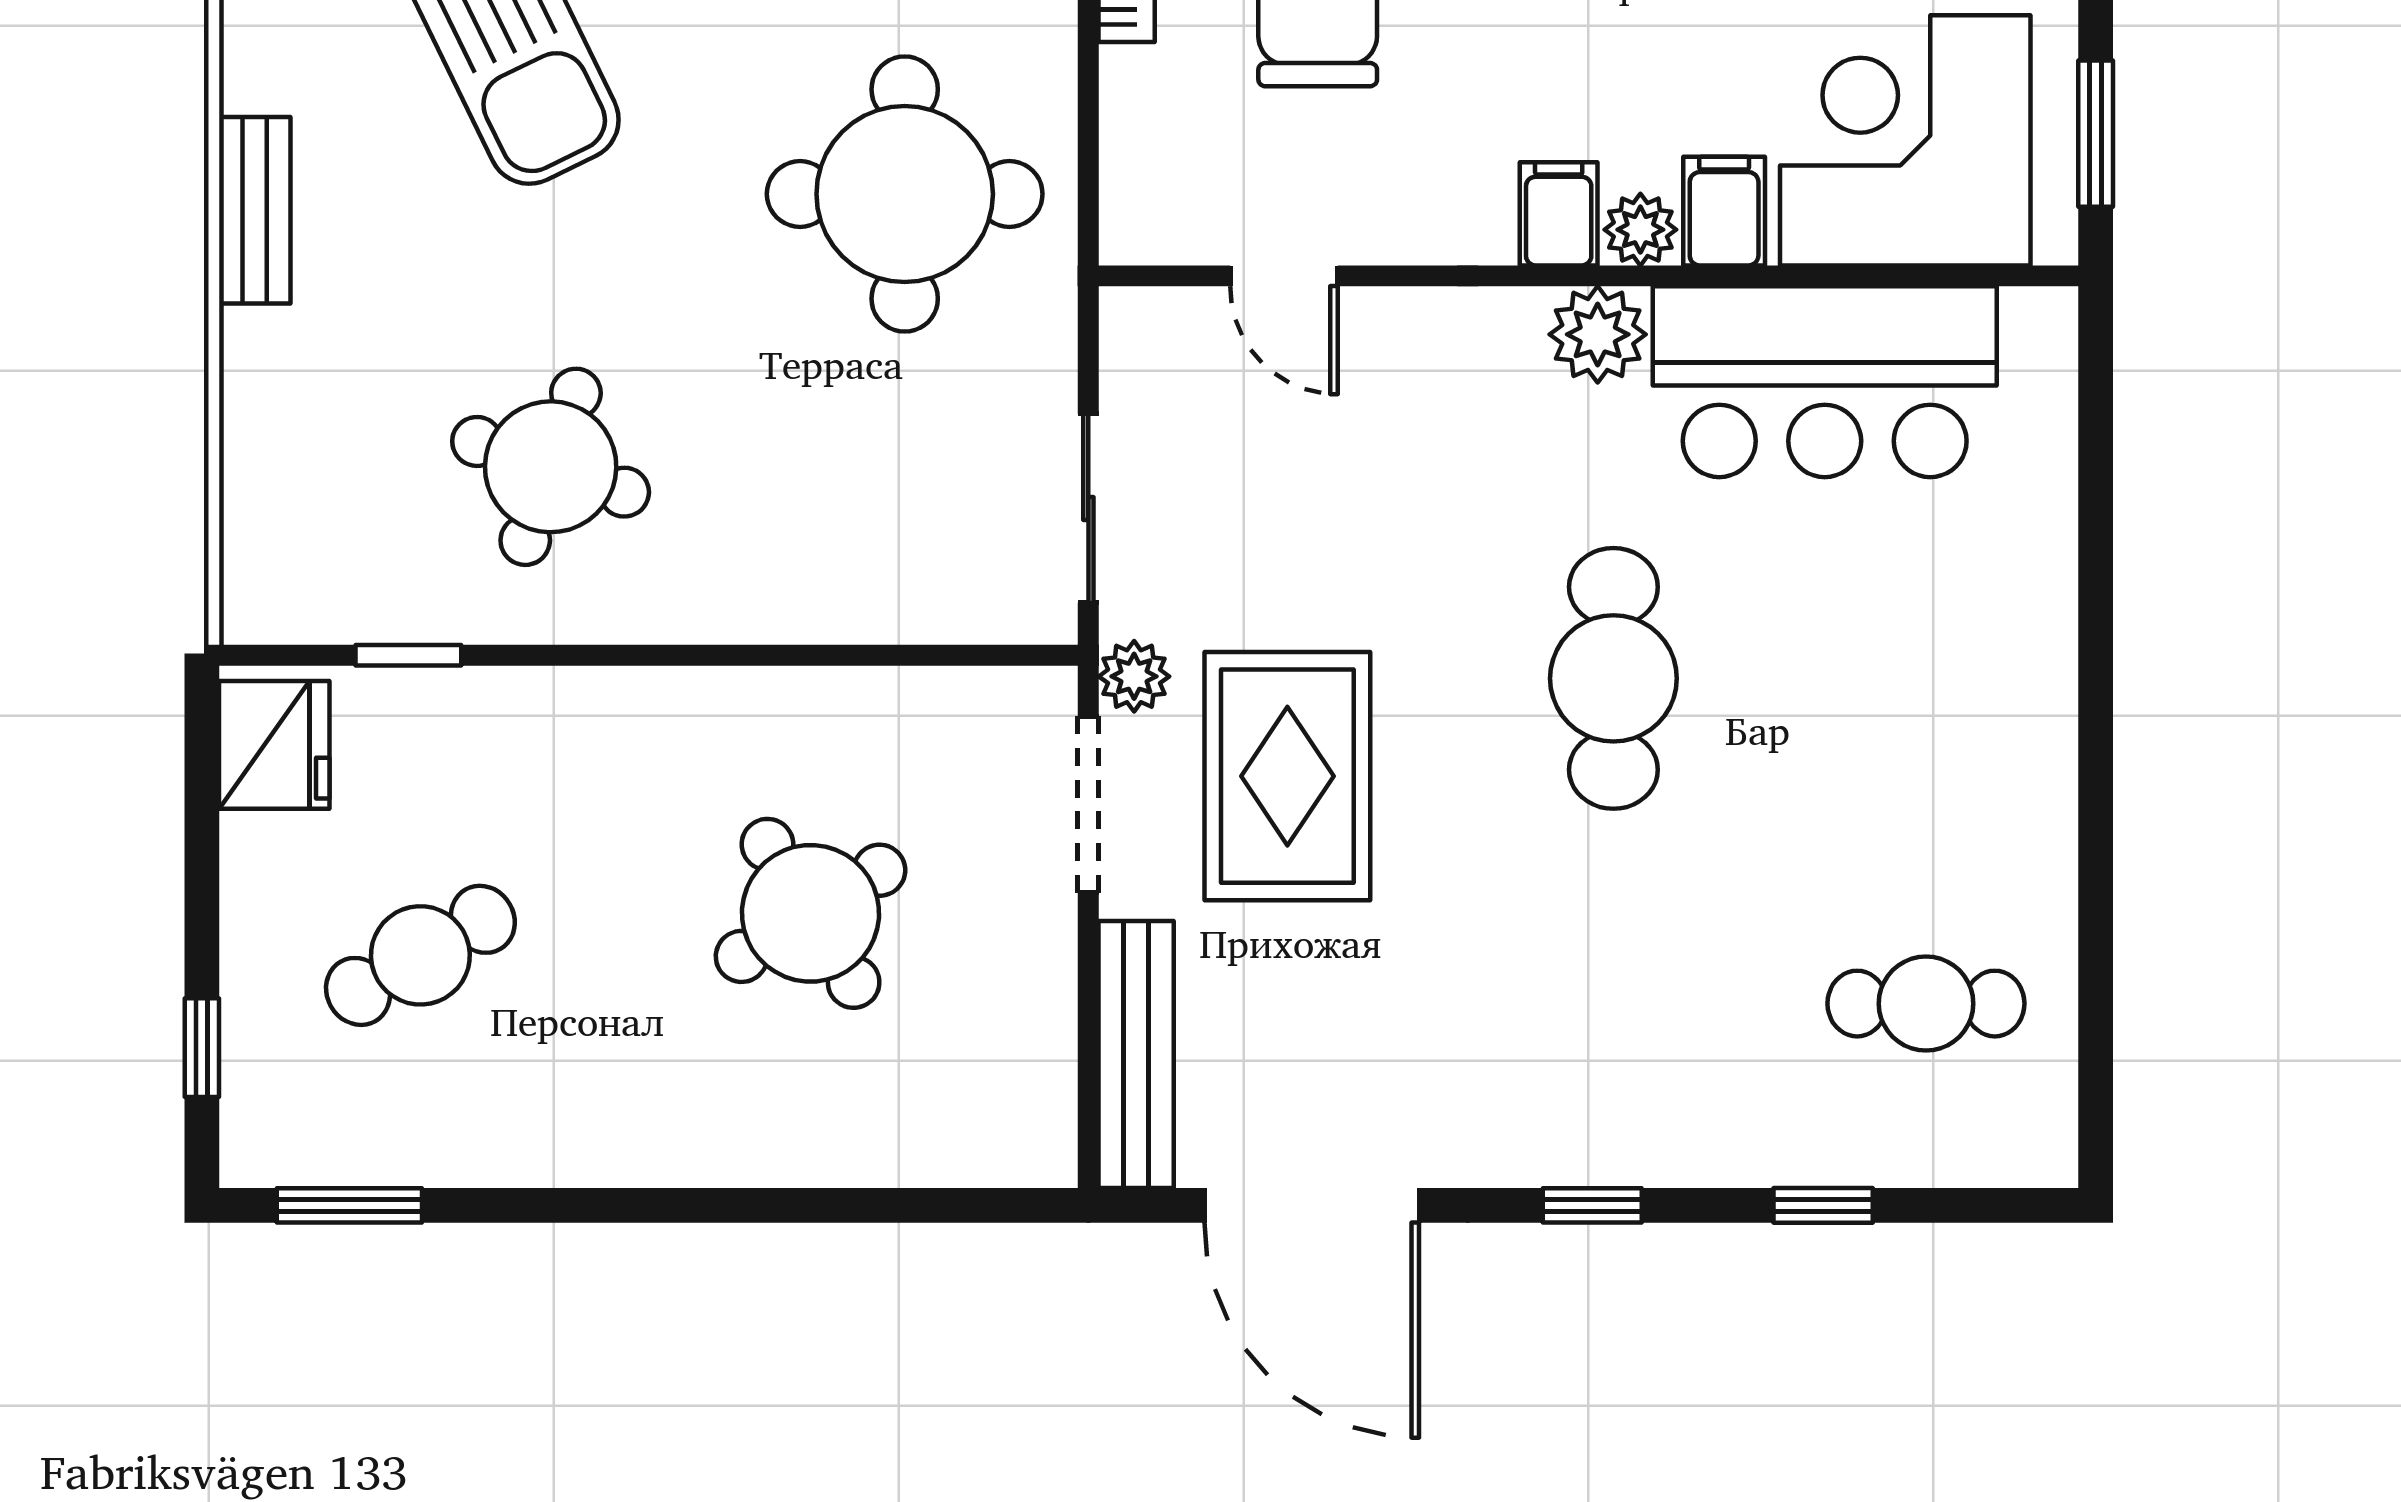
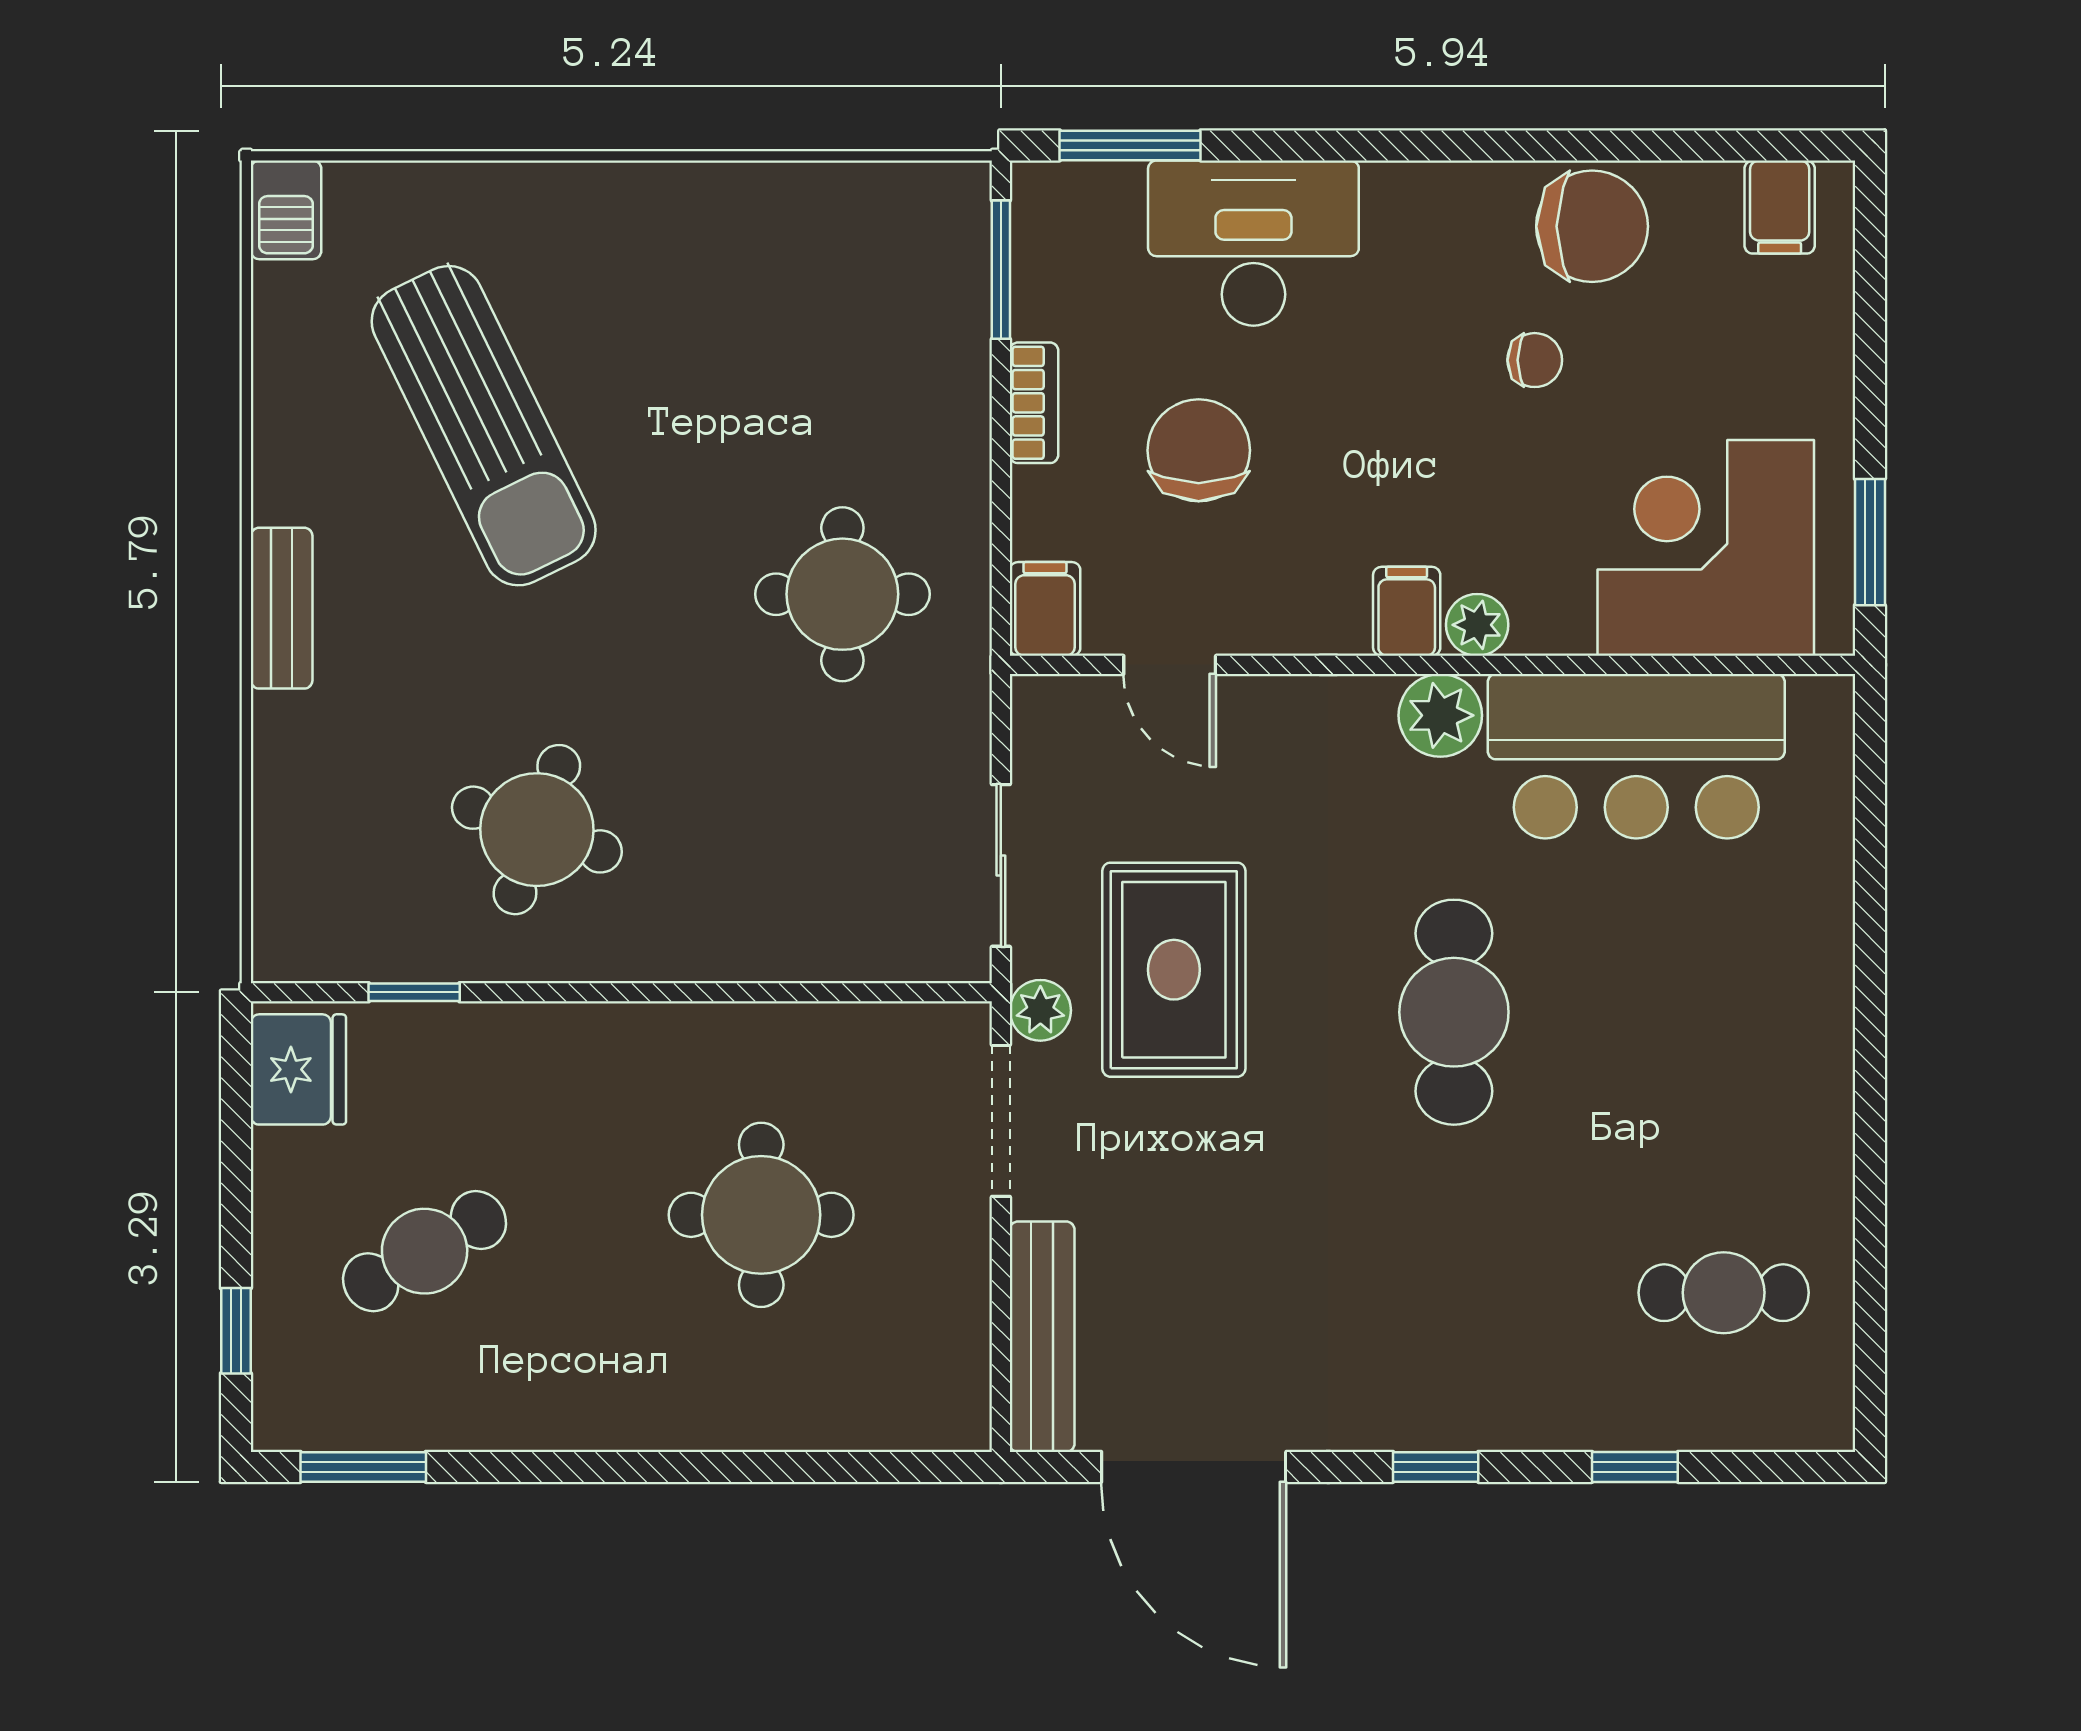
round table: (905, 194) -> (842, 594), width x0.73, depth x0.73
filing cabinet: (1724, 211) -> (1045, 609), moved
rug: (1287, 776) -> (1174, 970), moved
round table: (811, 913) -> (761, 1215), turned 32

